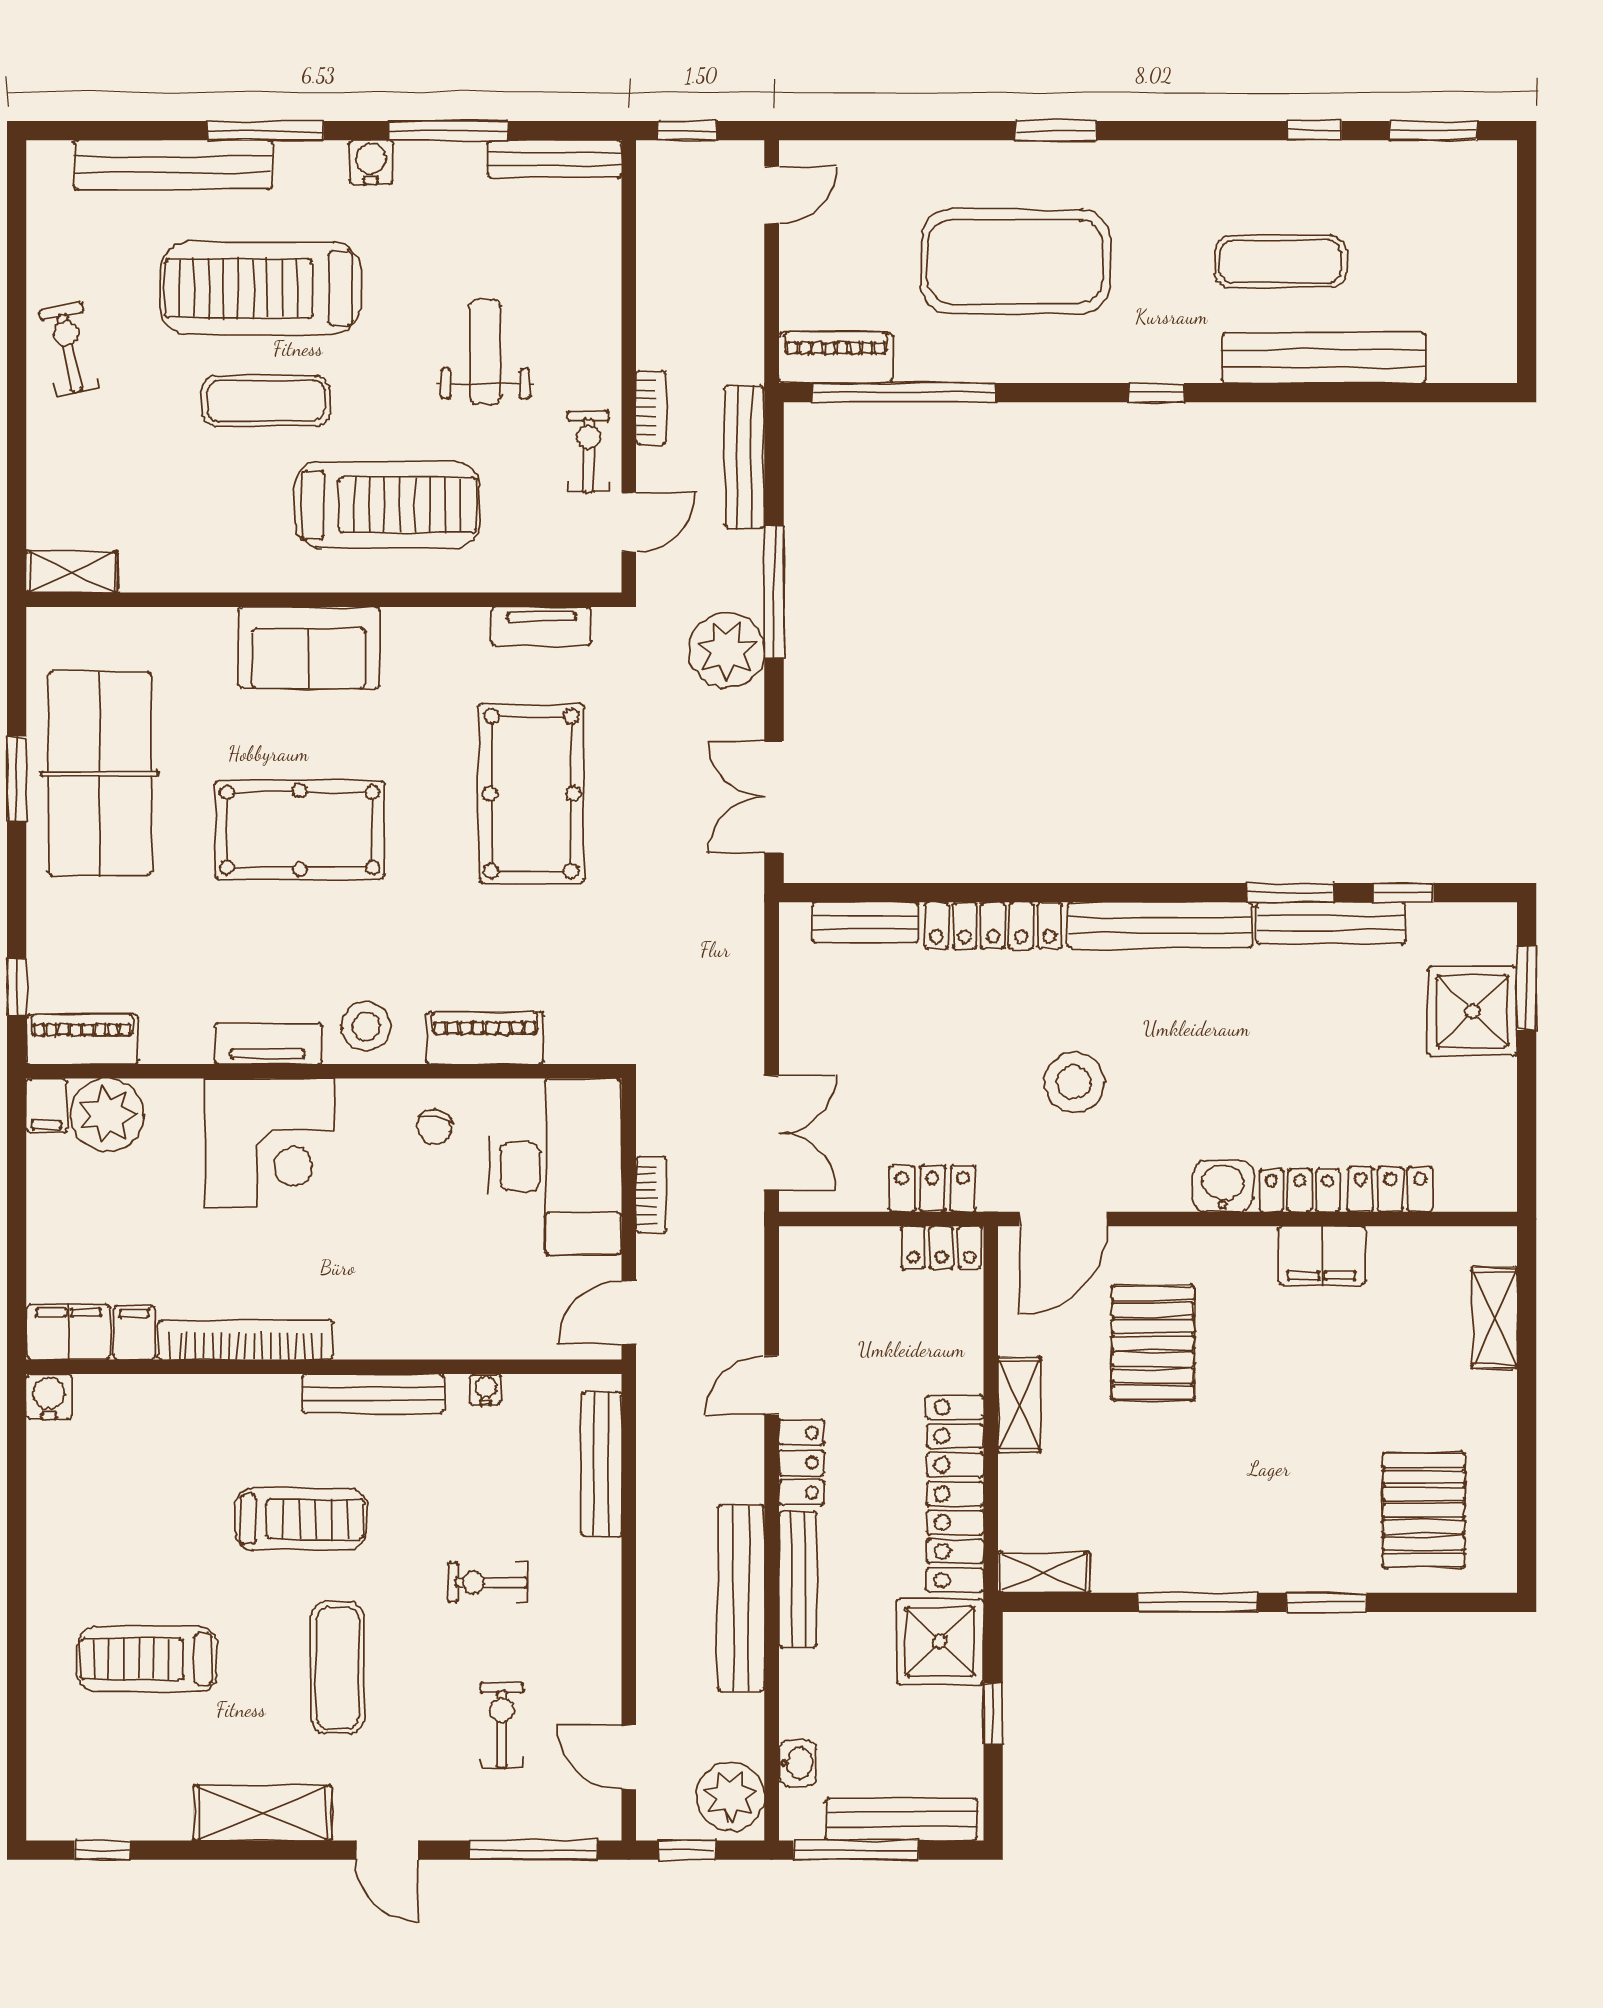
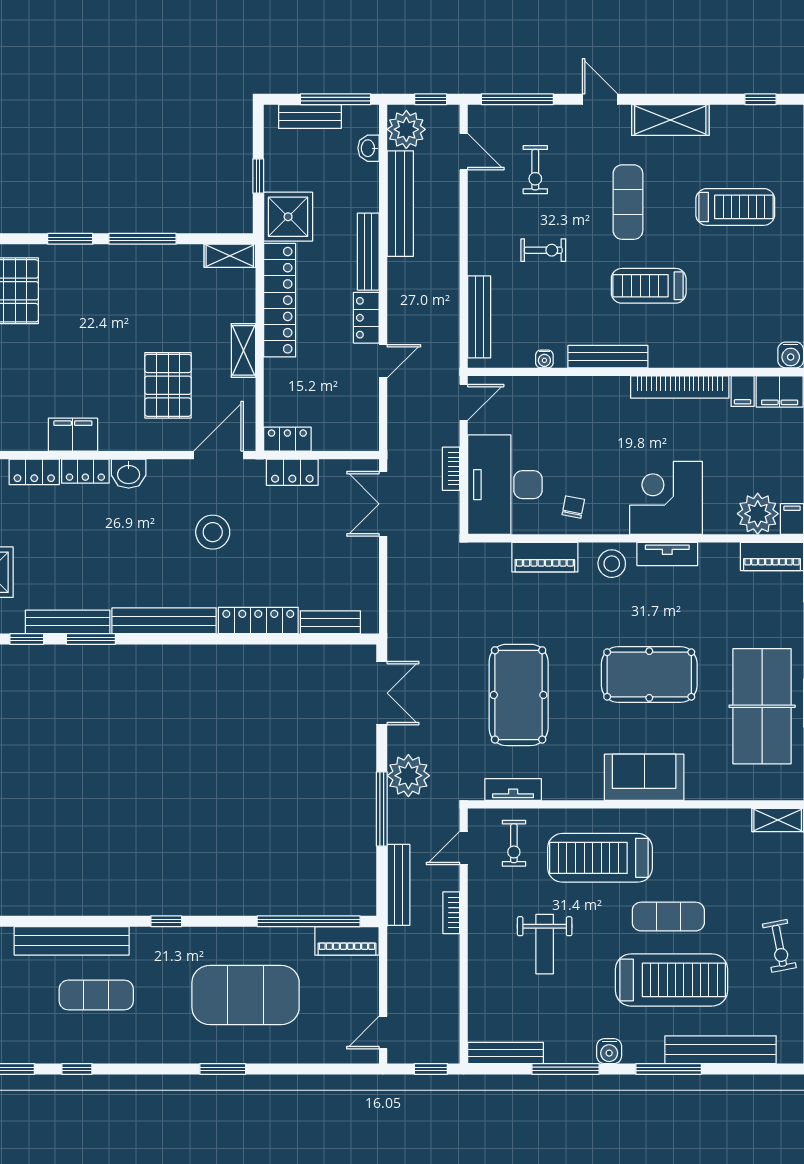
exercise bike: (588, 452) -> (514, 843), moved
bench: (741, 1598) -> (400, 204), moved
bench: (901, 1819) -> (310, 116), width x0.73

